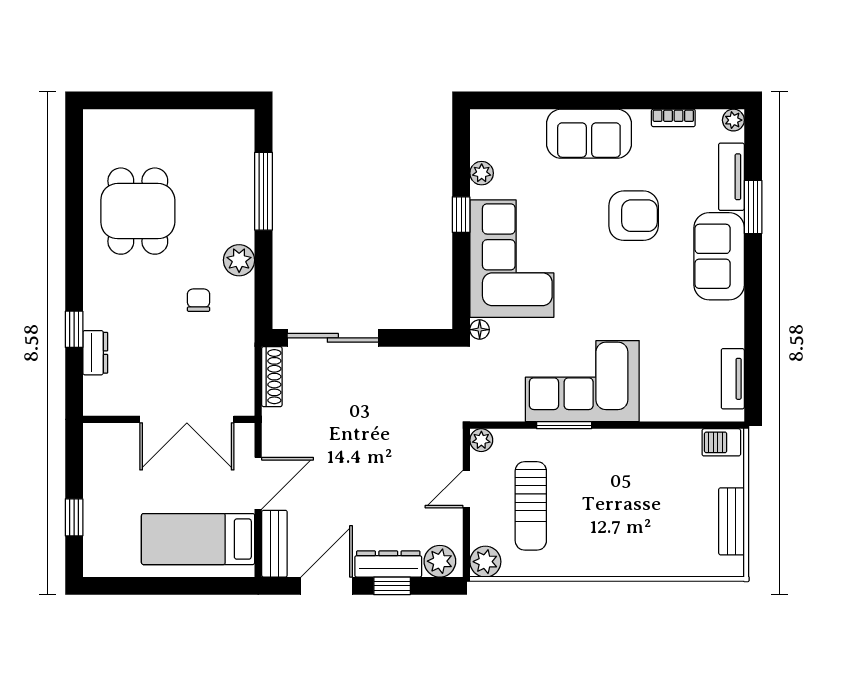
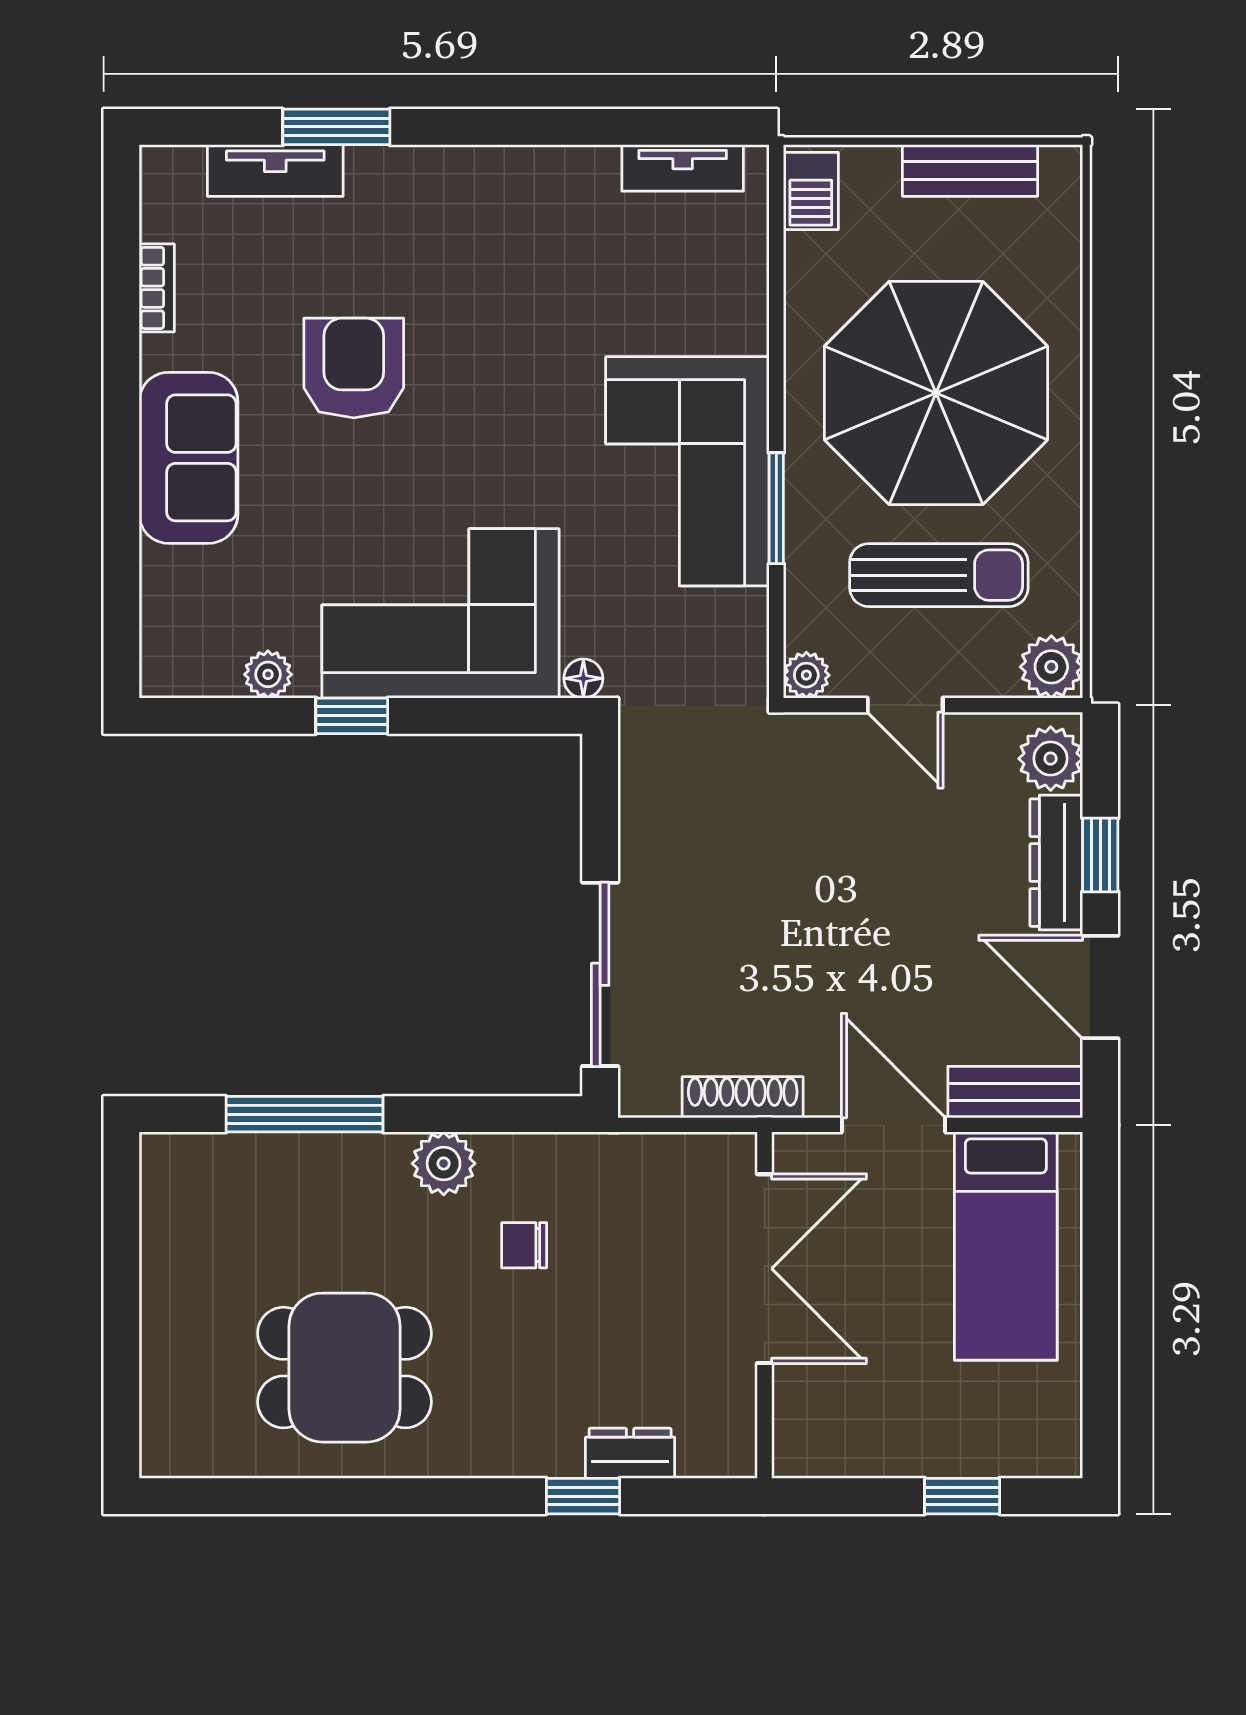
plant: (733, 120) -> (161, 167), removed
sofa: (719, 256) -> (436, 196), removed
shoe rack: (272, 377) -> (743, 1097), moved
parasol: (621, 504) -> (936, 393), added

